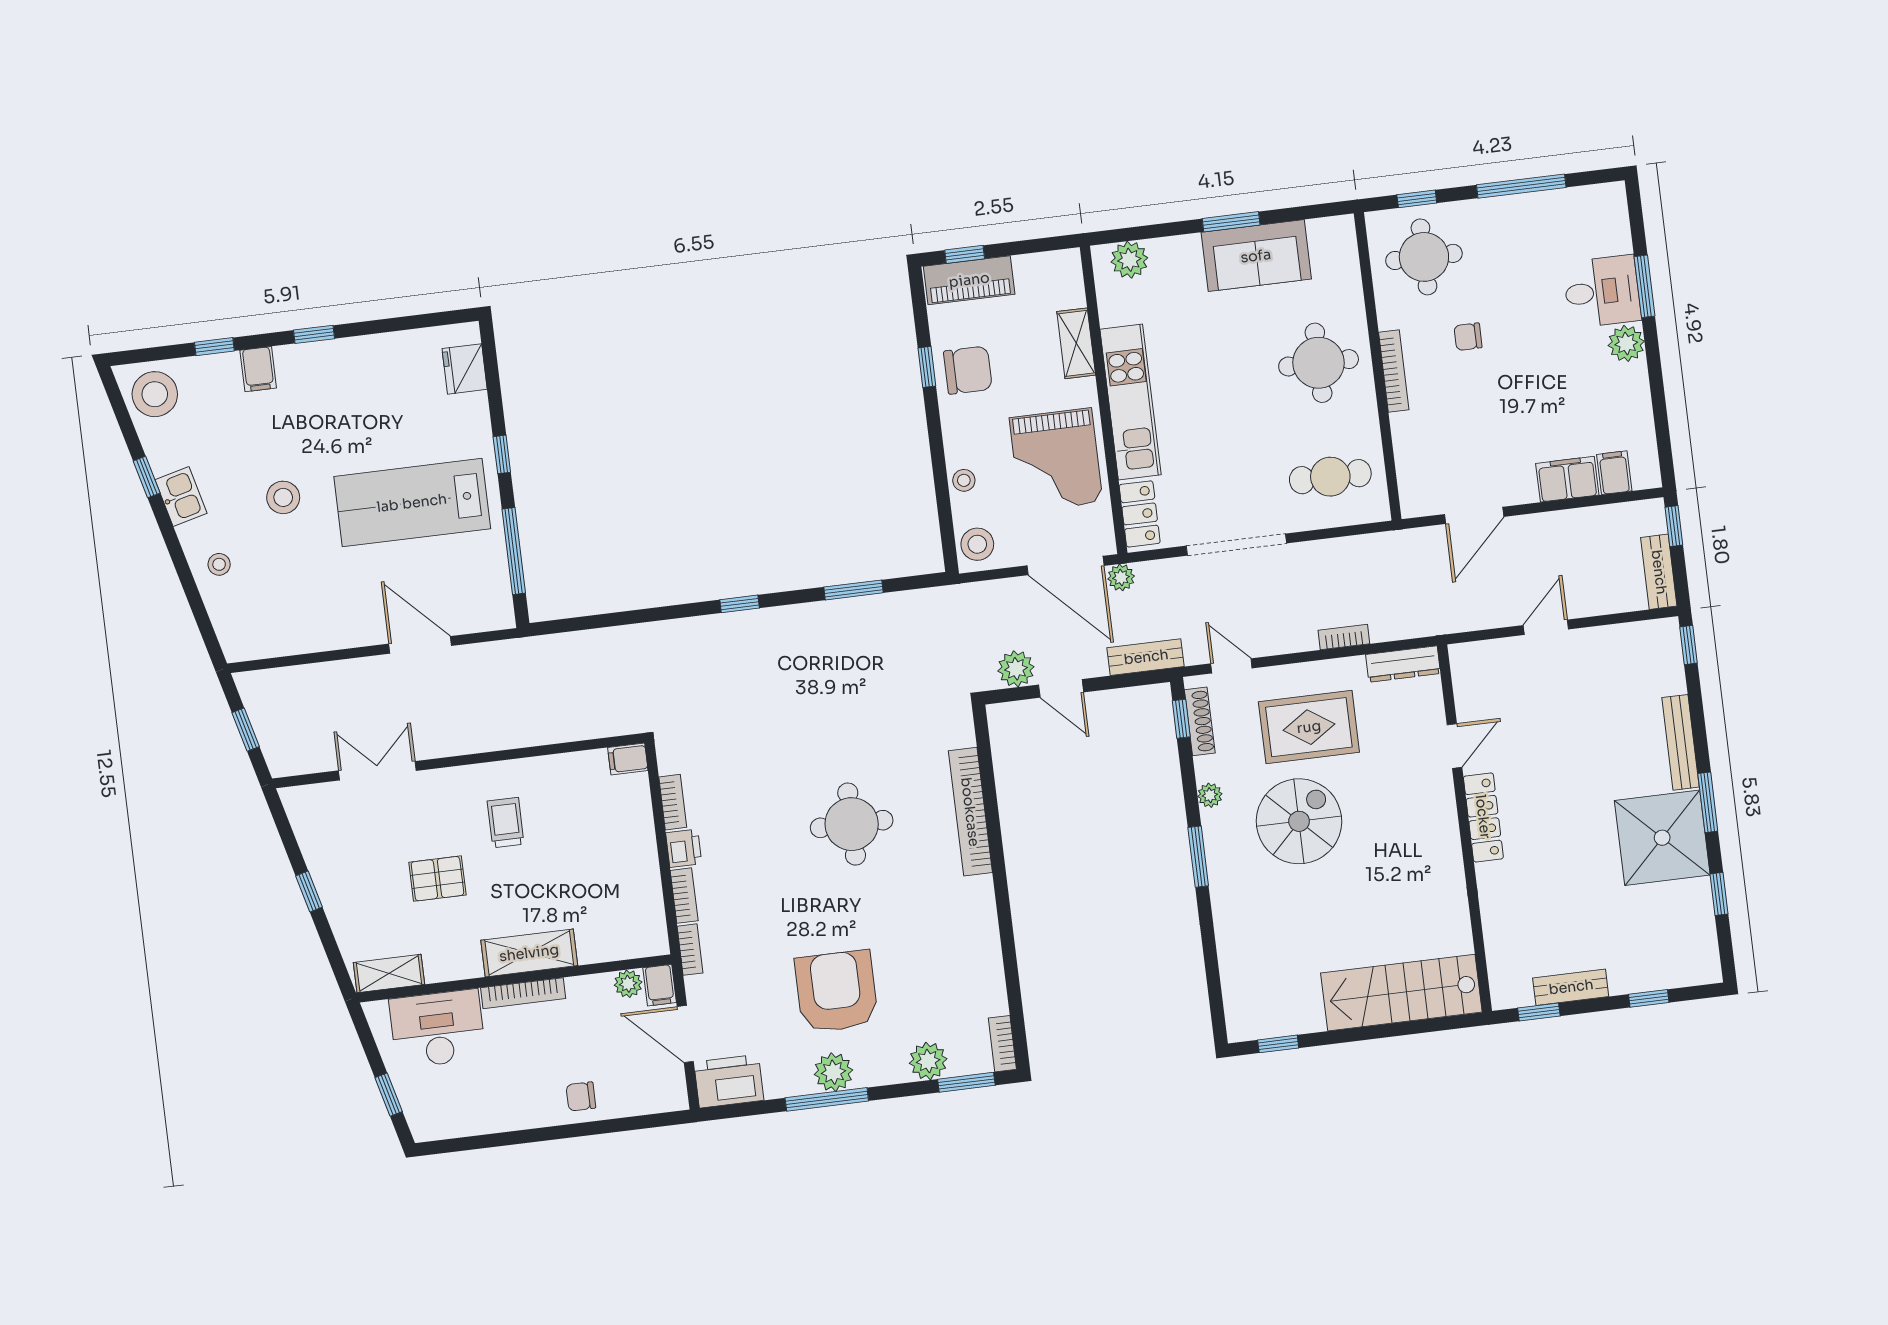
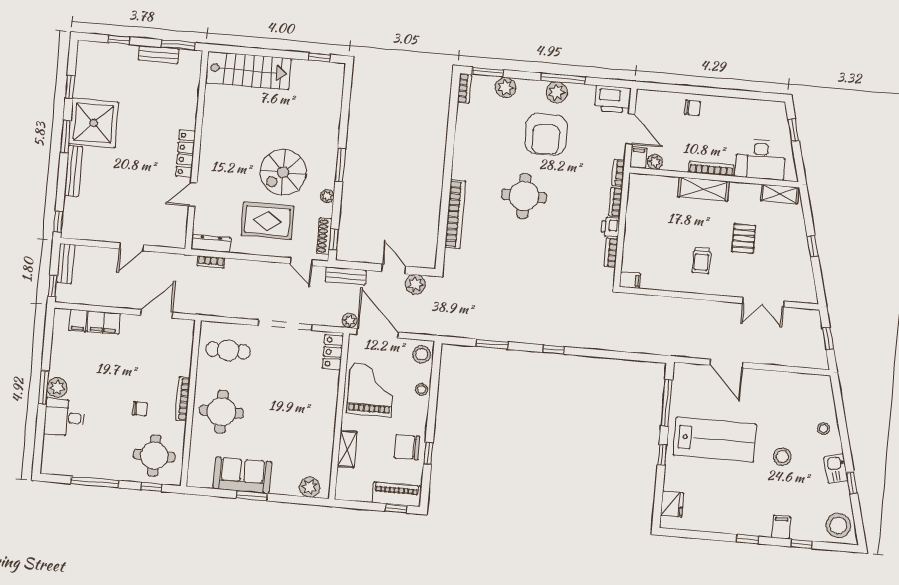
window: (1644, 286) -> (44, 387), moved
kitchen unit: (1130, 402) -> (325, 412), removed
bookcase: (1344, 637) -> (211, 262), moved
round table: (852, 824) -> (524, 196), moved
pallet: (437, 879) -> (744, 239), turned 90
window: (1539, 1012) -> (178, 45), width x1.50

